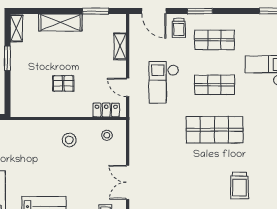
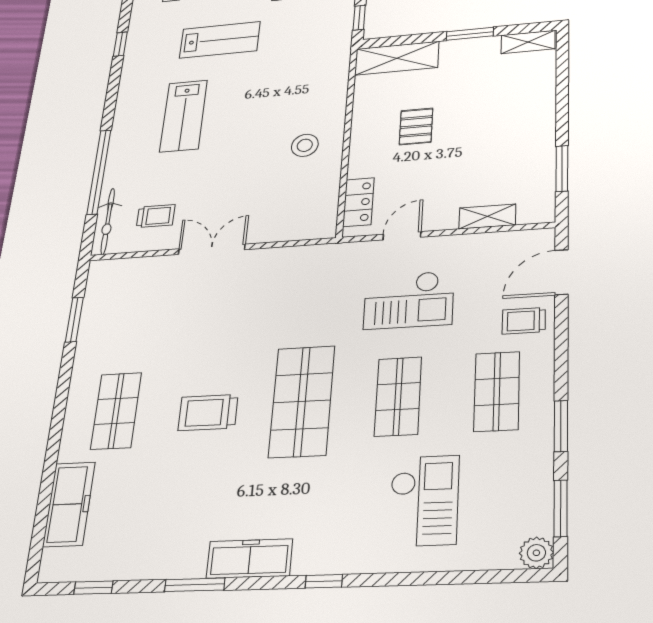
window: (200, 11) -> (561, 426), moved
shelving: (60, 22) -> (397, 58), moved, turned 90
checkout: (164, 82) -> (409, 300), turned 180
stool: (107, 135) -> (308, 207), removed
trolley: (239, 186) -> (208, 413), moved

